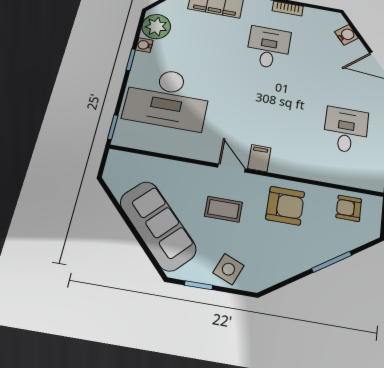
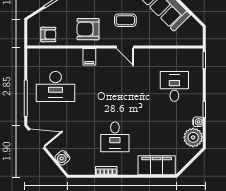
desk: (168, 98) -> (174, 86), width x0.53, depth x0.77
desk: (346, 130) -> (56, 86), width x1.37
filing cabinet: (259, 158) -> (89, 57), moved

